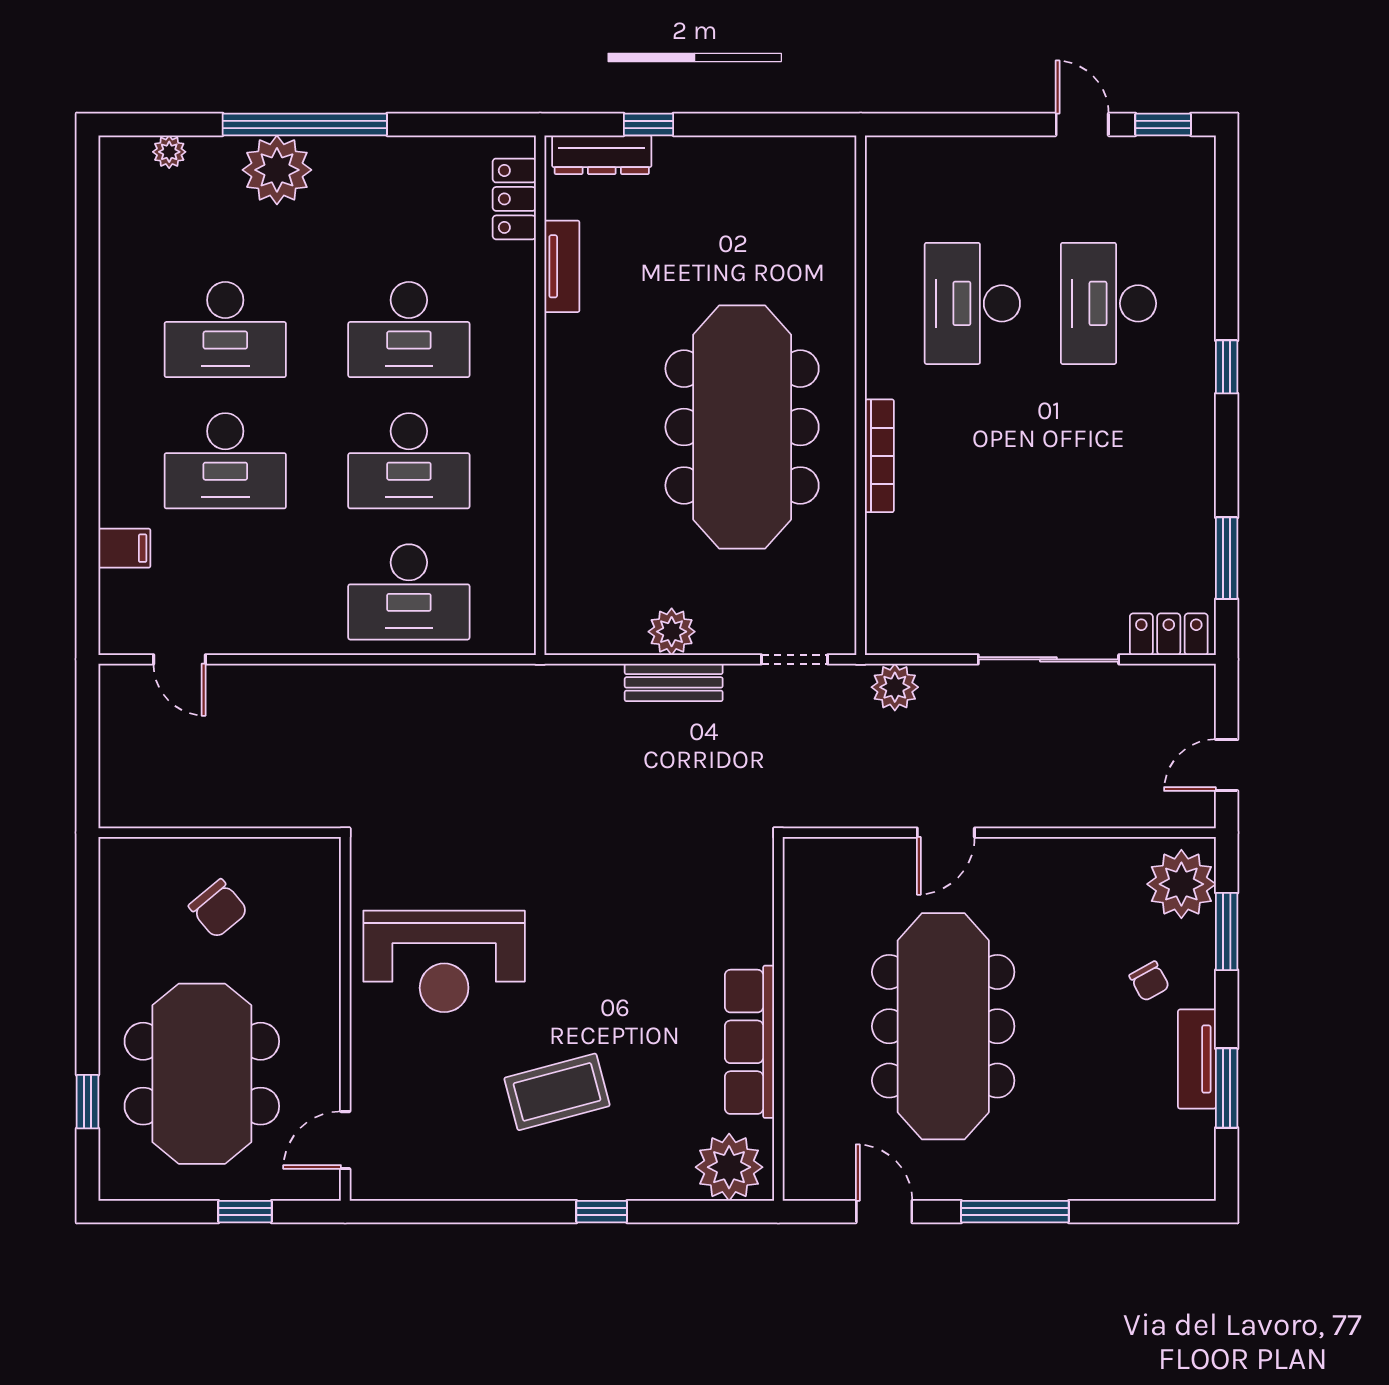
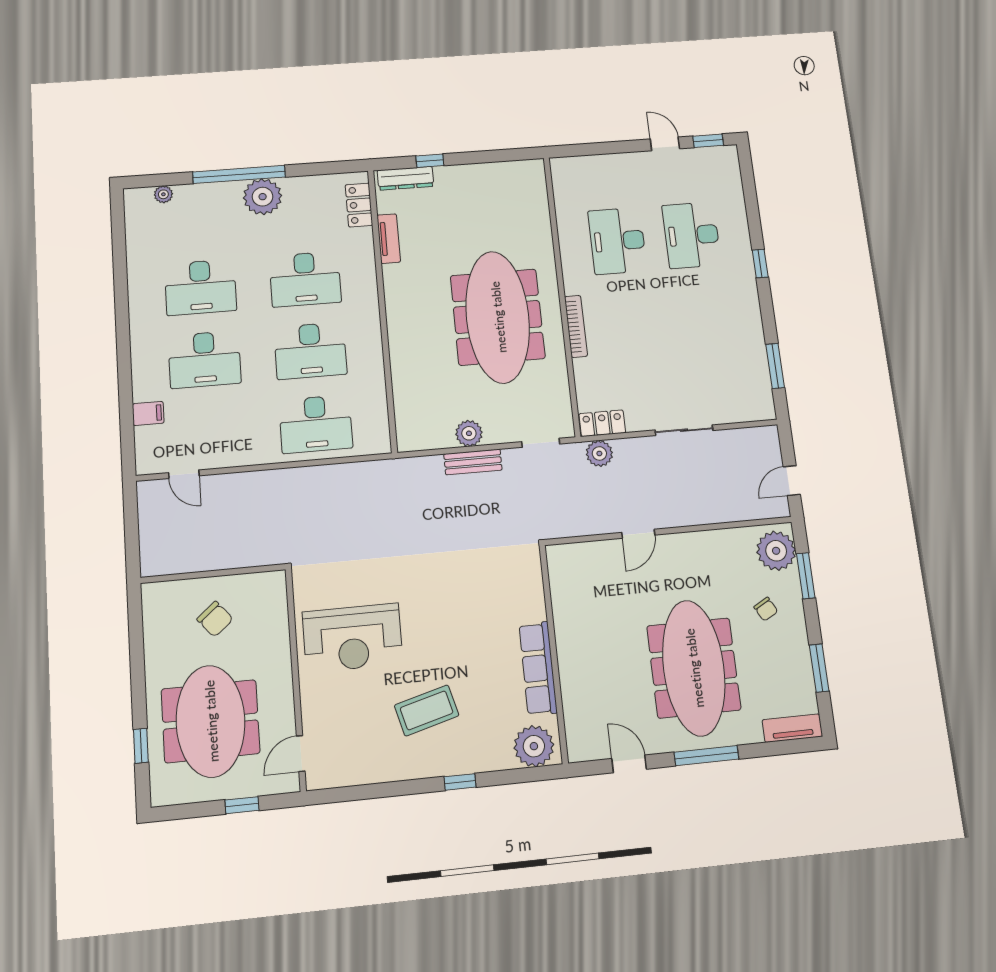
plant: (277, 170) -> (263, 197), moved
locker: (1169, 634) -> (602, 423), moved
sliding door: (1048, 659) -> (684, 430), width x0.73
meeting table: (943, 1026) -> (694, 668), moved
tv unit: (1197, 1059) -> (792, 728), moved, turned 90

